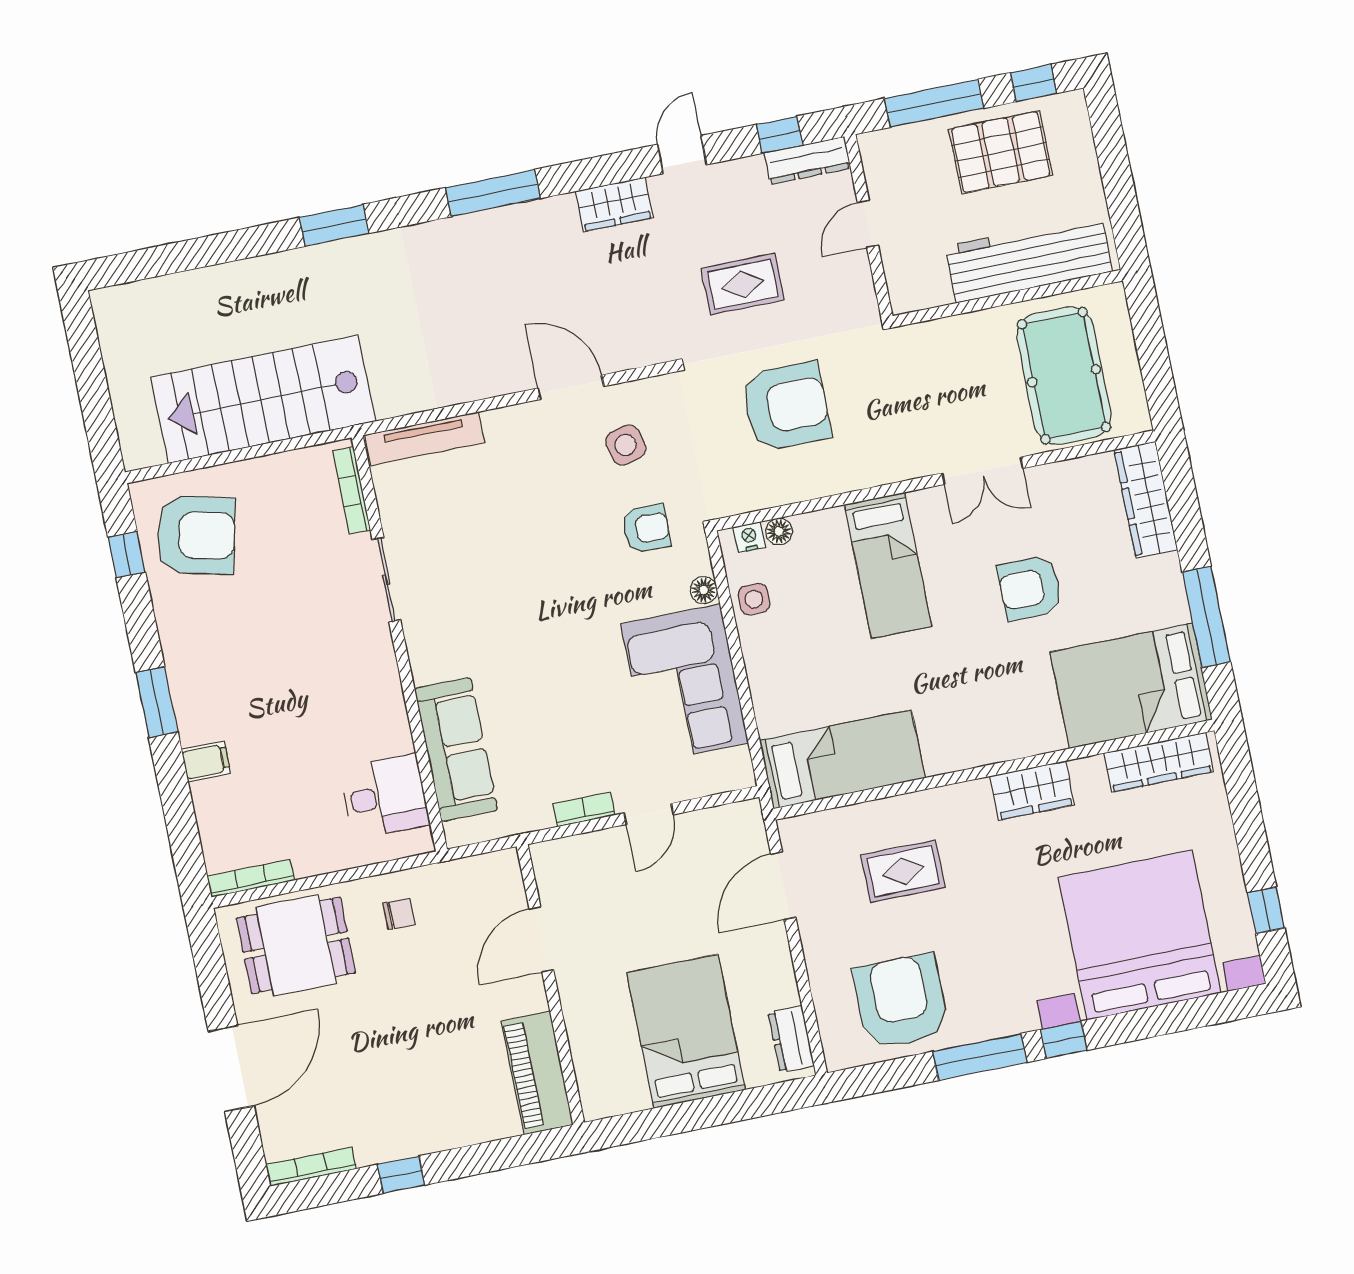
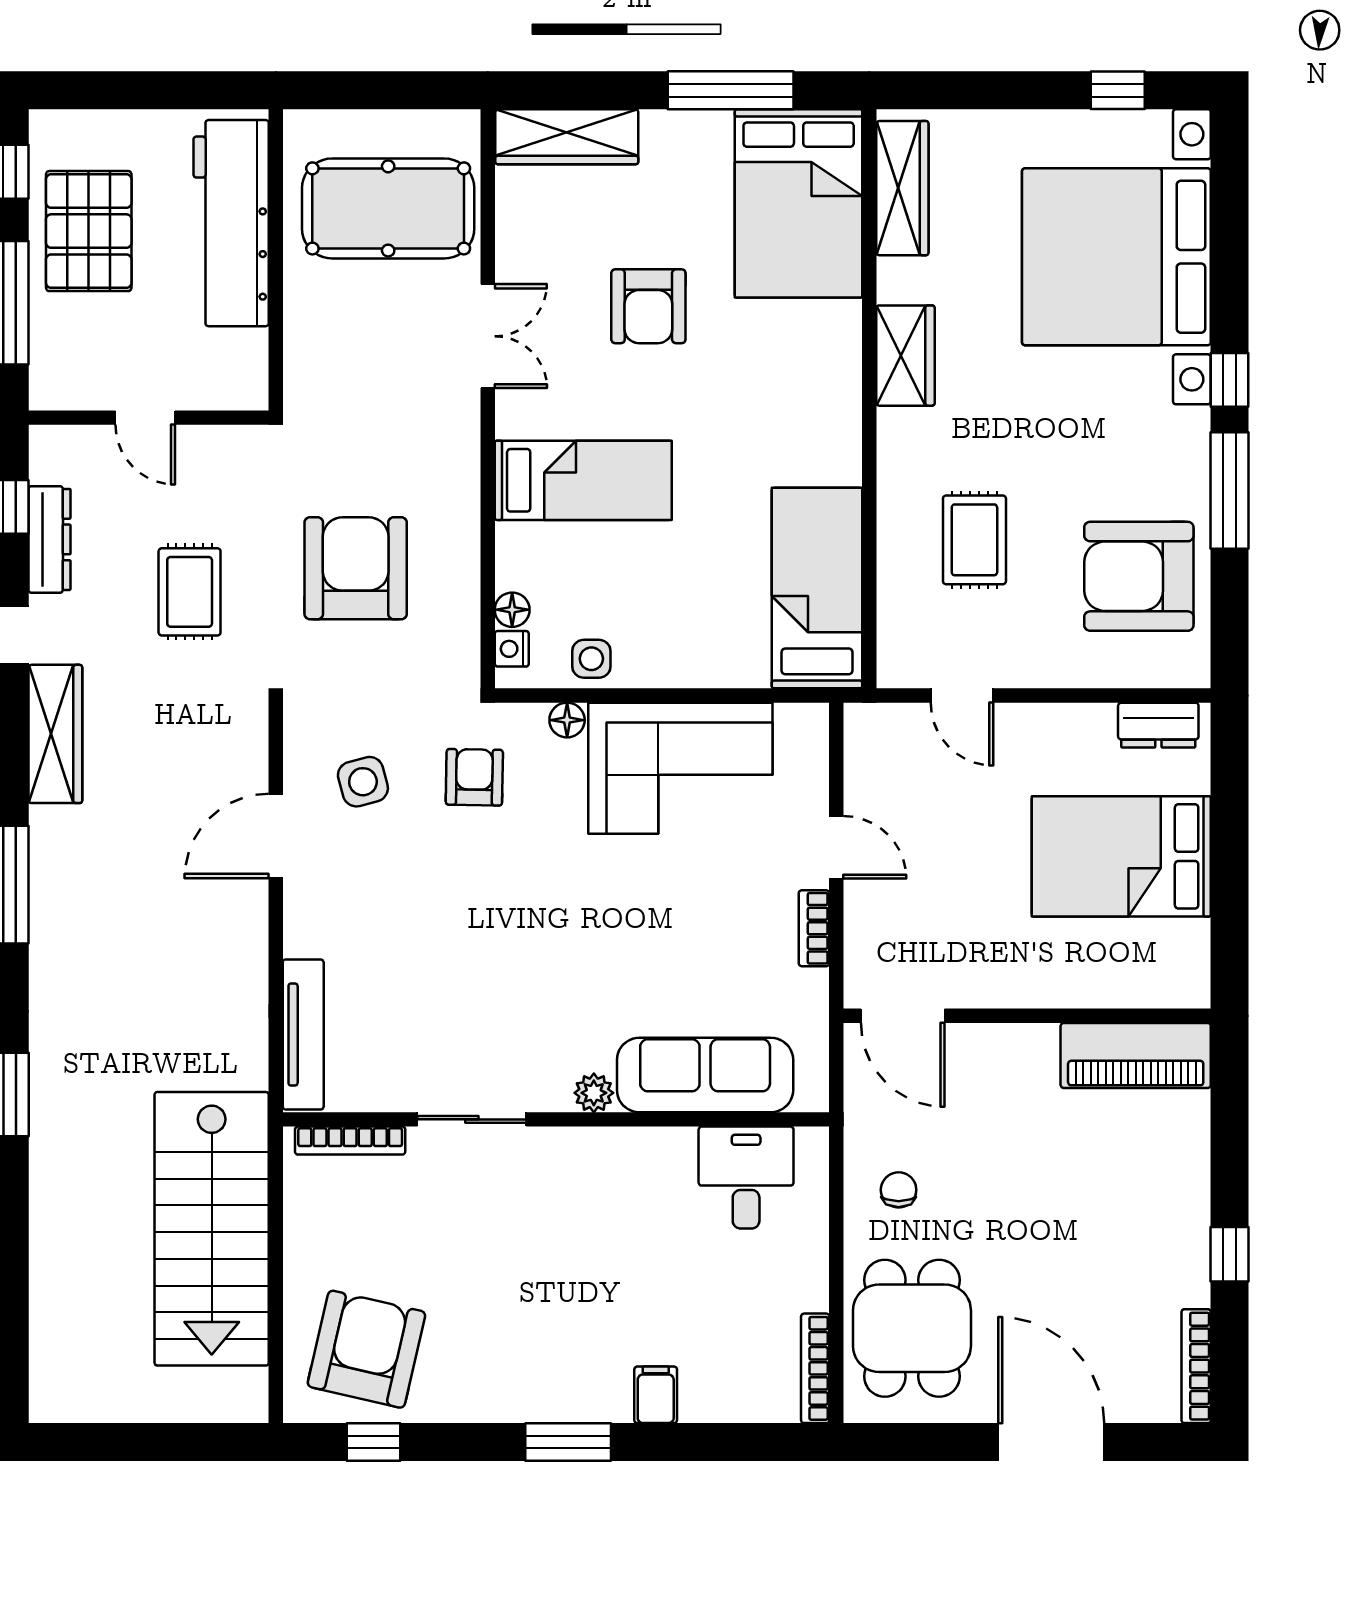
dresser: (807, 160) -> (49, 539), moved
wardrobe: (614, 204) -> (55, 734), width x1.50
plant: (425, 668) -> (594, 1093), added
door: (783, 886) -> (962, 696), width x0.73
door: (541, 939) -> (903, 1016), moved

